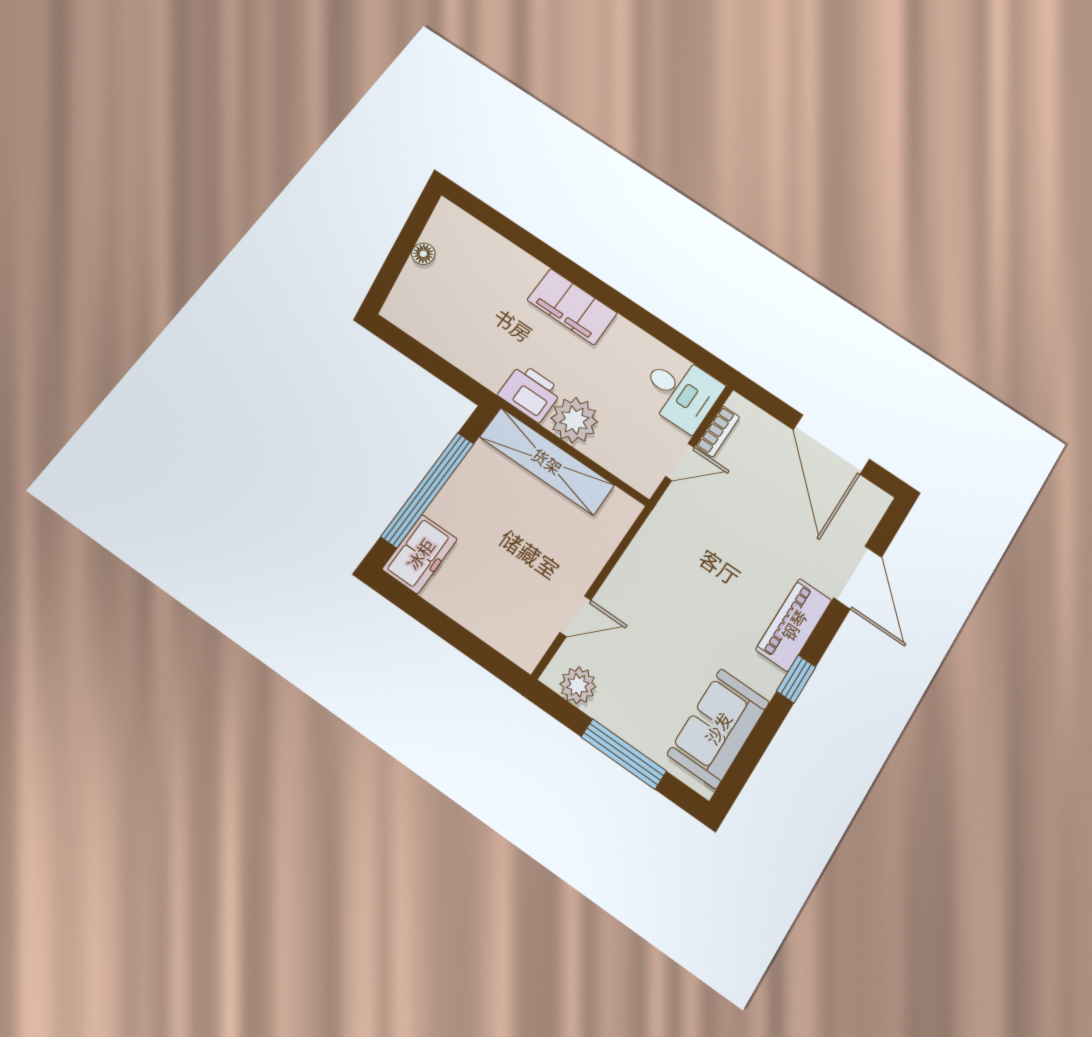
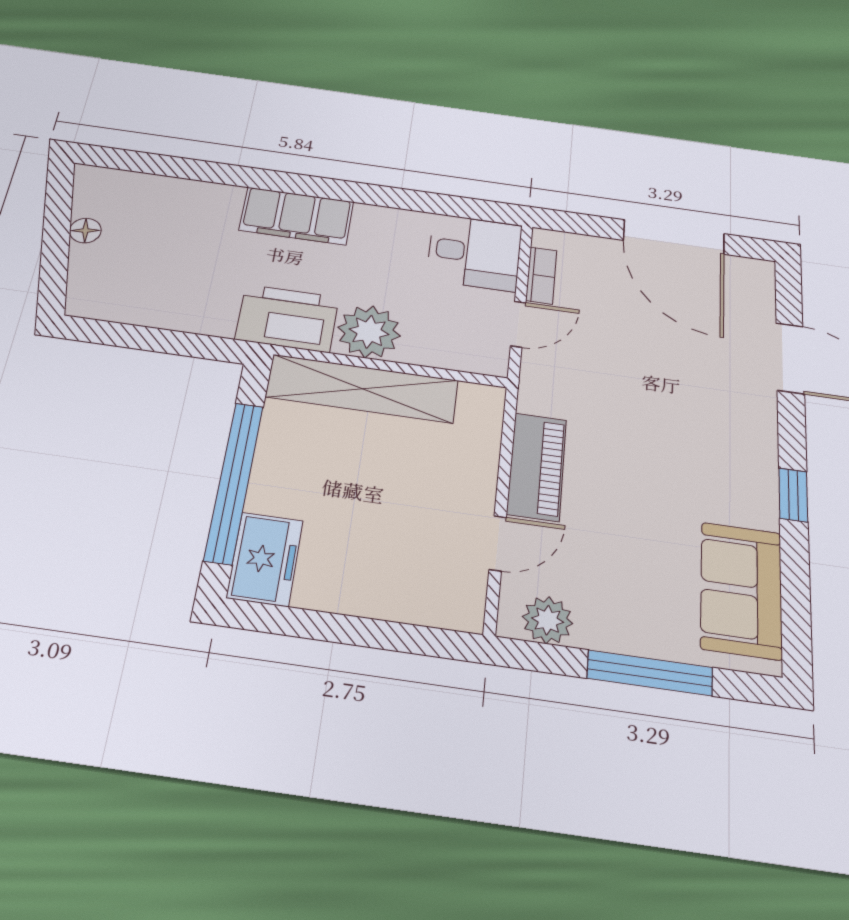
printer: (530, 393) -> (287, 318), width x1.37, depth x1.19
piano: (794, 625) -> (537, 467), moved, turned 180

